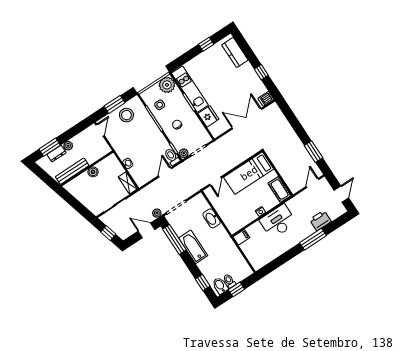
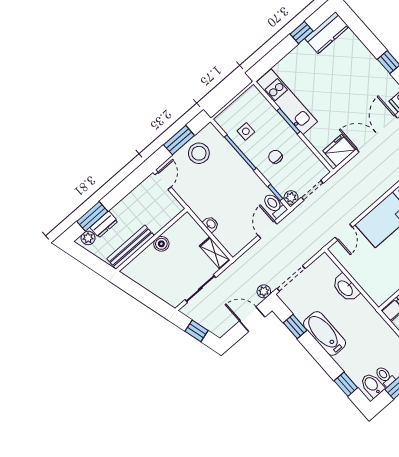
kitchen counter: (235, 53) -> (327, 33), moved, turned -90
plant: (167, 85) -> (252, 100), removed
fridge: (208, 116) -> (339, 150), moved, turned -90
plant: (68, 146) -> (88, 238), moved
window: (174, 239) -> (295, 327), width x0.46

